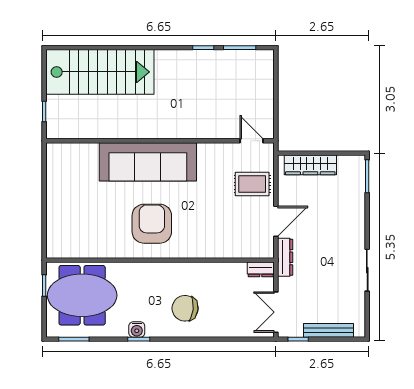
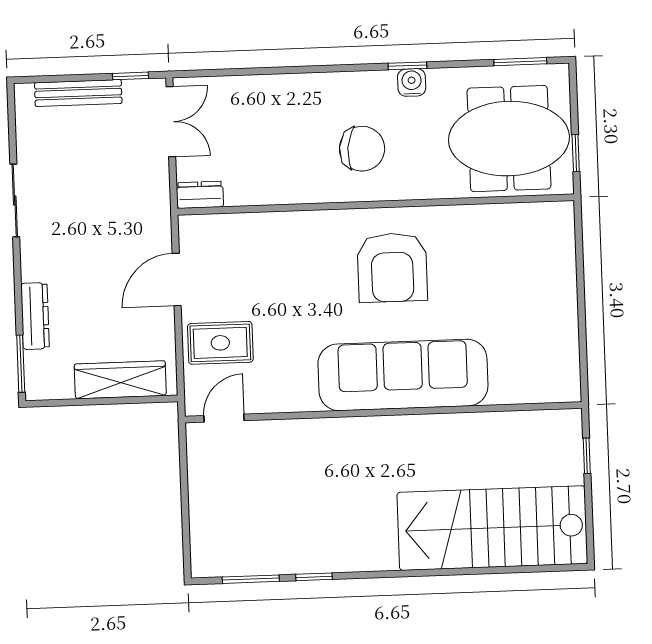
door: (252, 141) -> (224, 418), swing flipped
dresser: (285, 257) -> (35, 316), moved, turned 180
chair: (185, 308) -> (362, 149), moved

